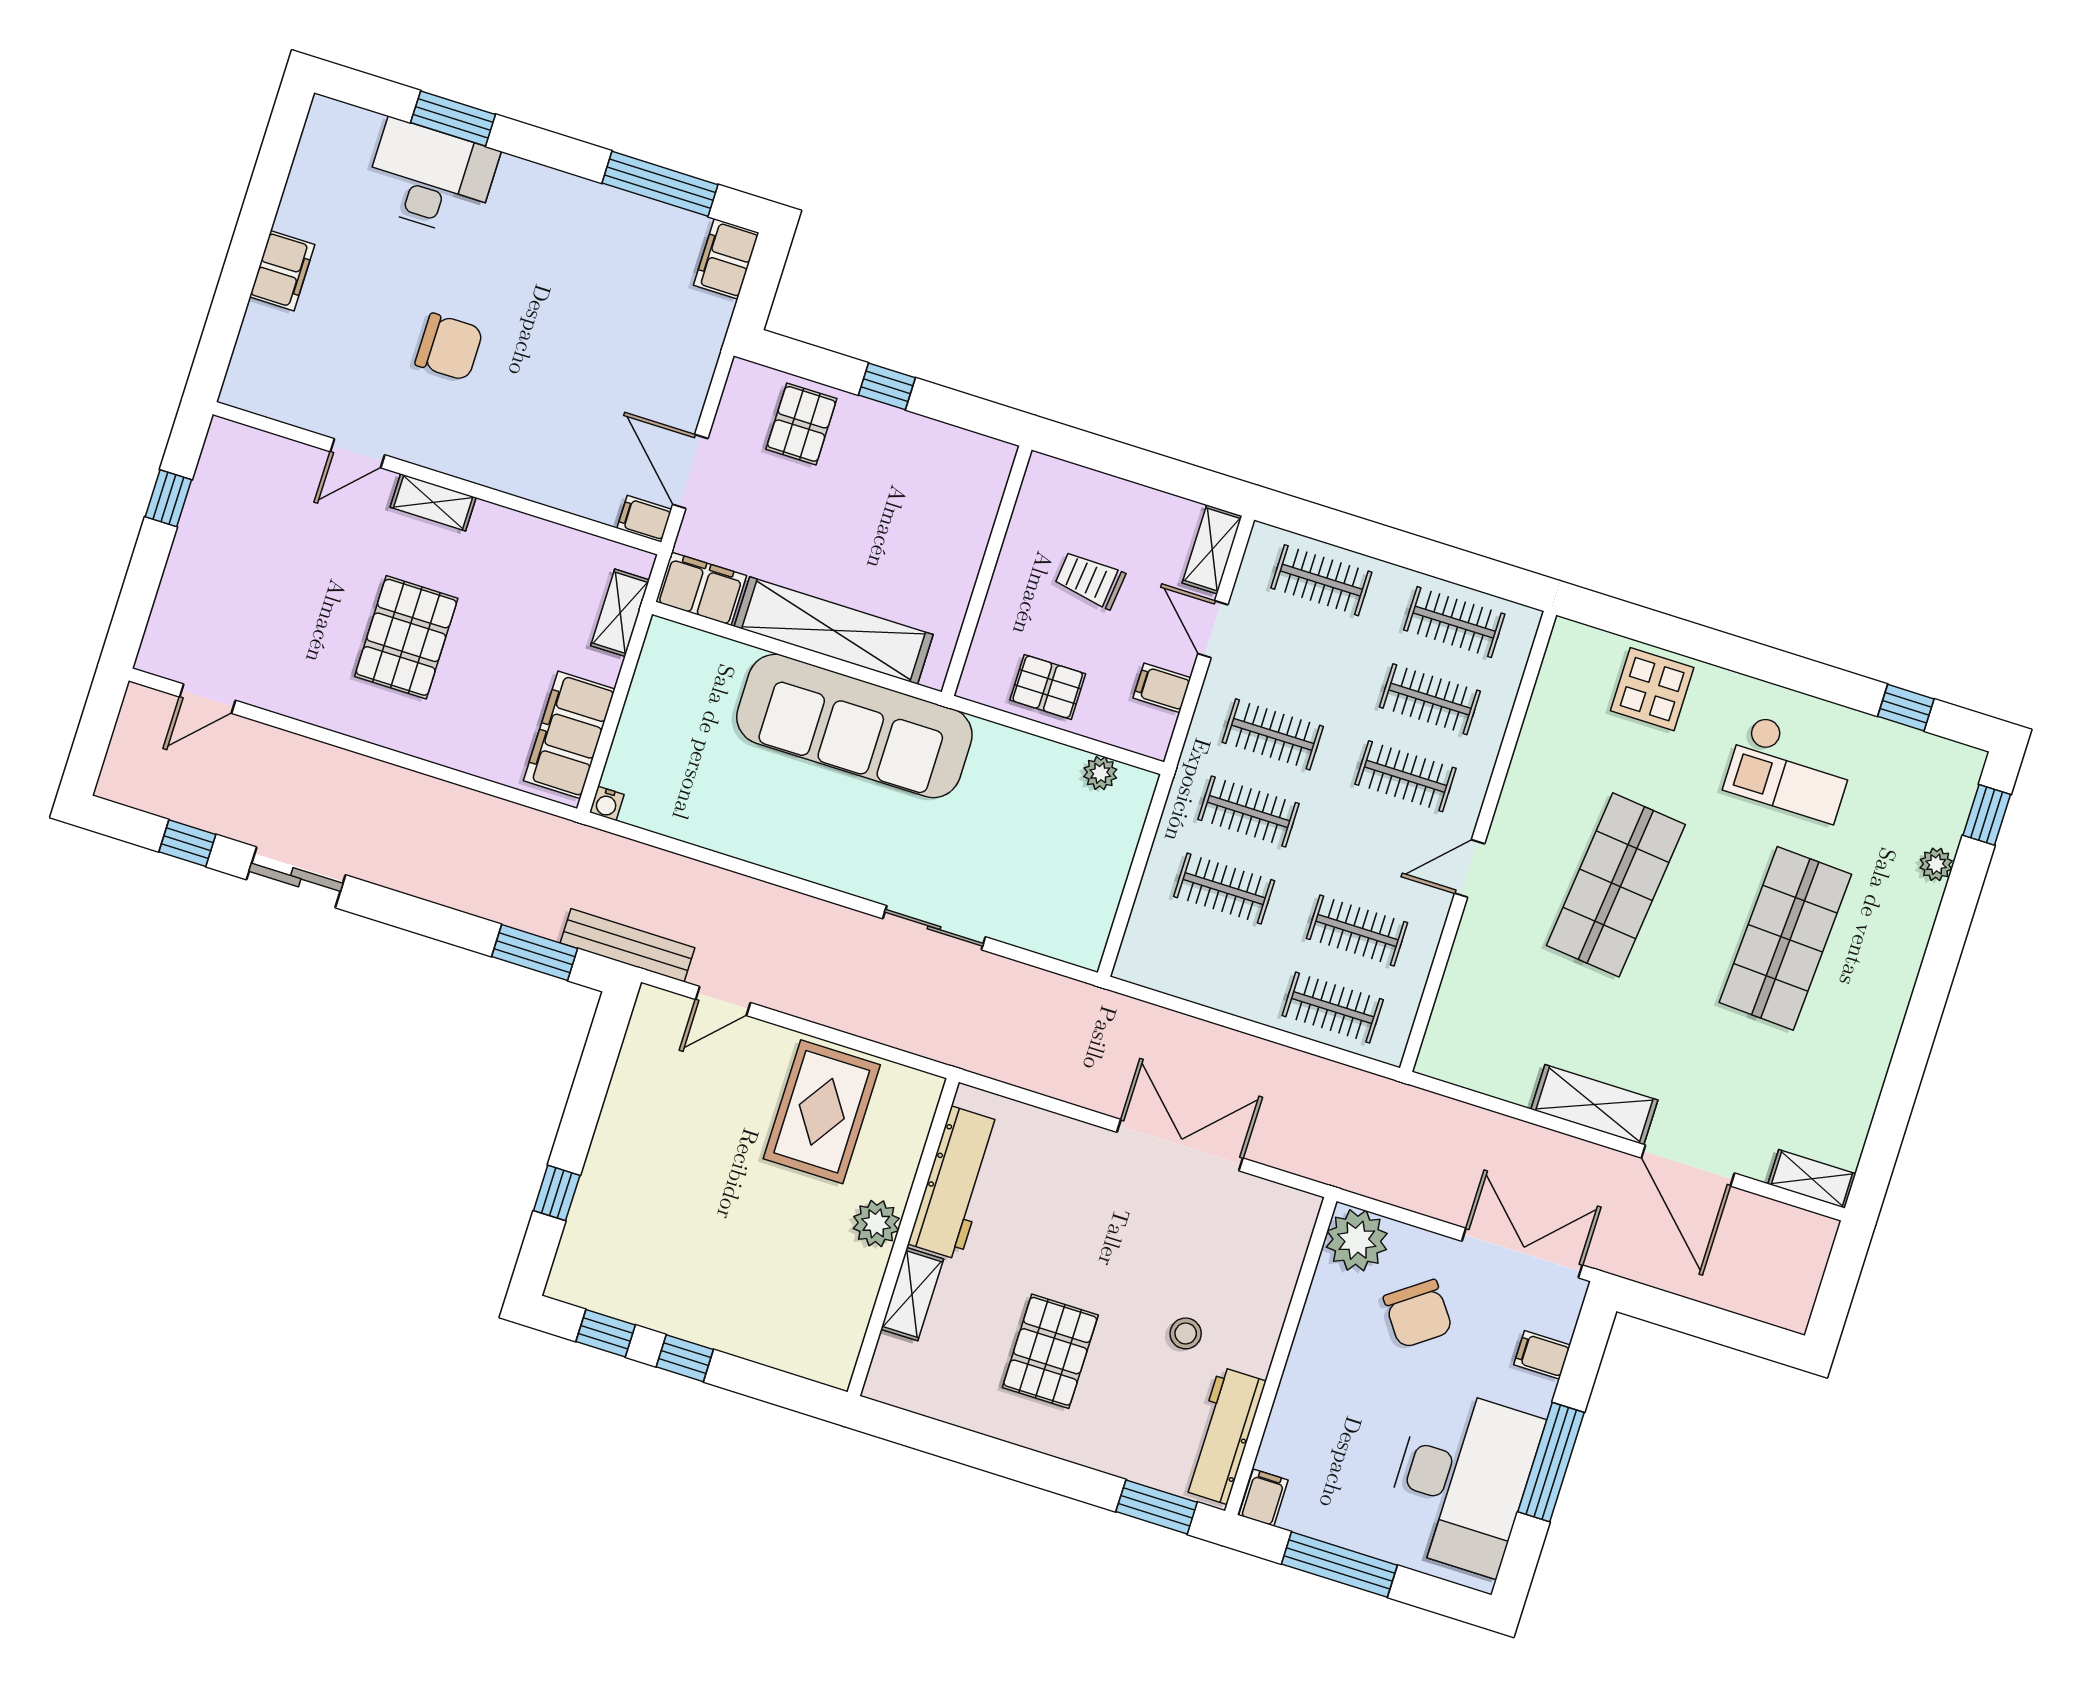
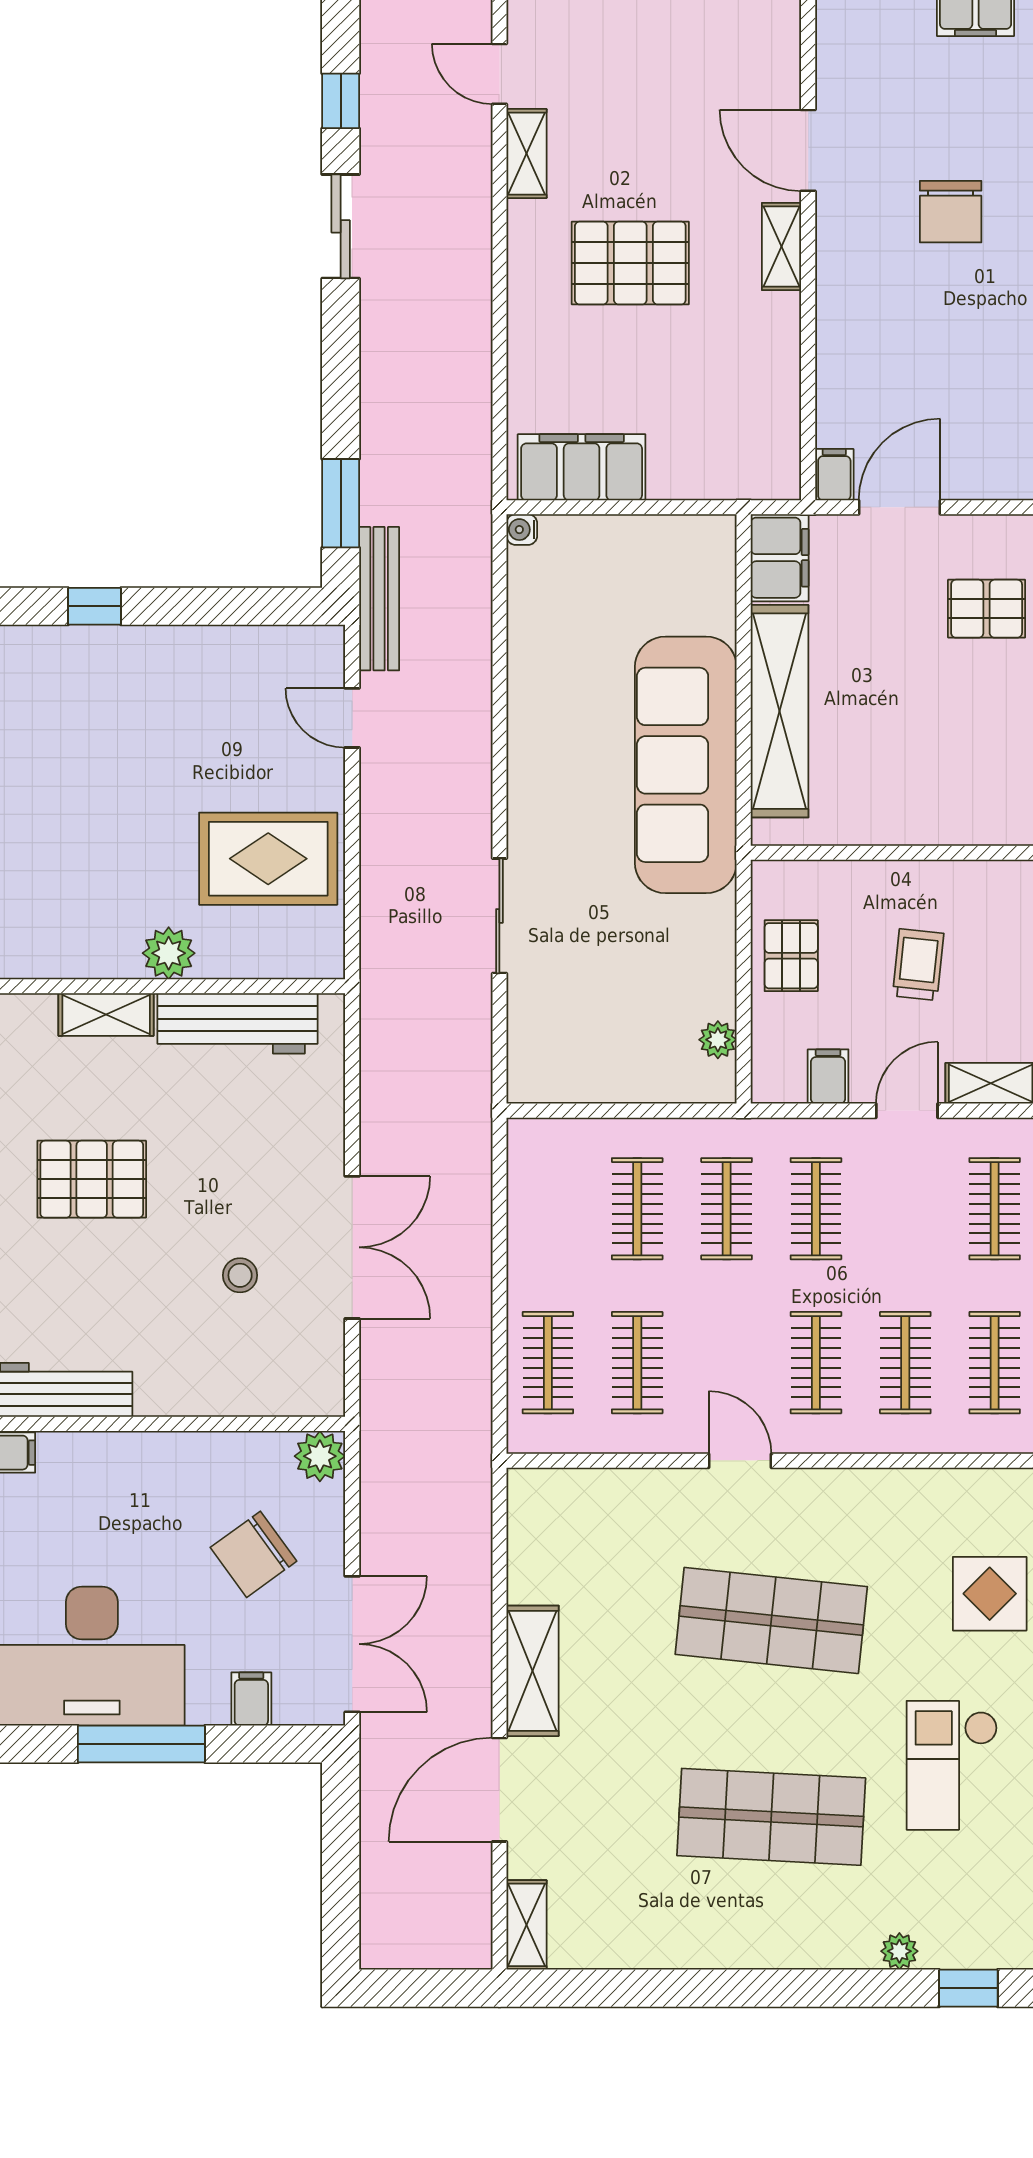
door: (357, 453) -> (808, 150), width x1.38
shelving: (620, 613) -> (526, 154), moved, turned 90
plant: (1357, 1240) -> (320, 1456), width x0.73, depth x0.73
stool: (1186, 1333) -> (240, 1275), moved

